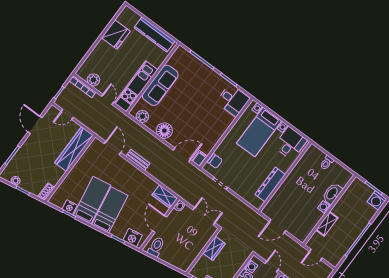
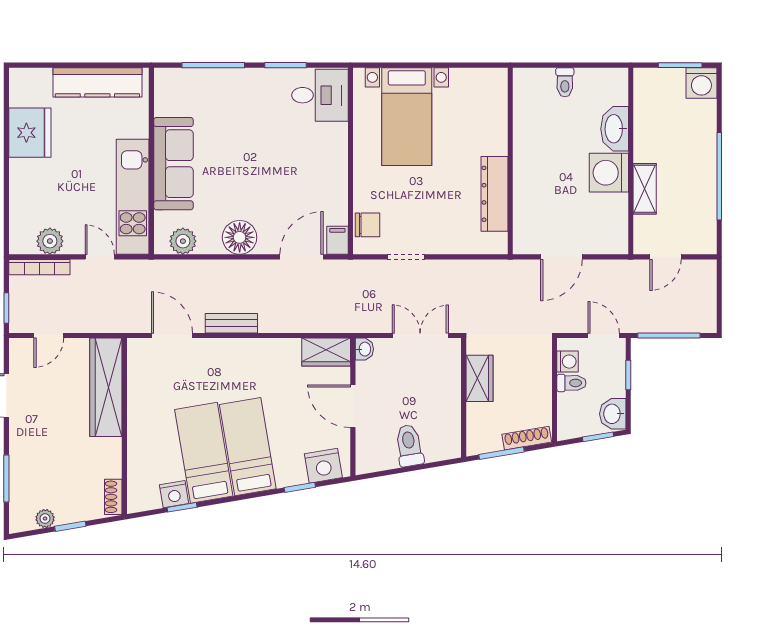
desk: (290, 143) -> (476, 96), removed
washing machine: (324, 207) -> (609, 173), width x1.89, depth x1.89
toilet: (156, 247) -> (409, 446), moved

